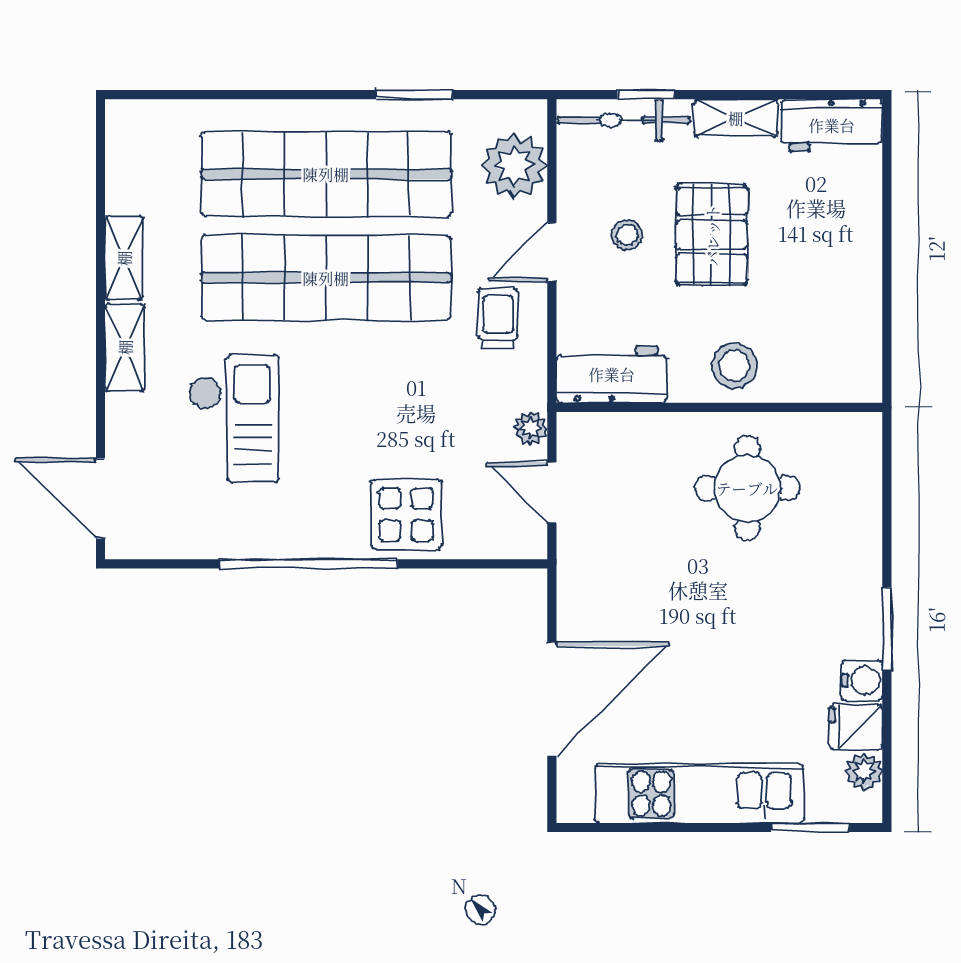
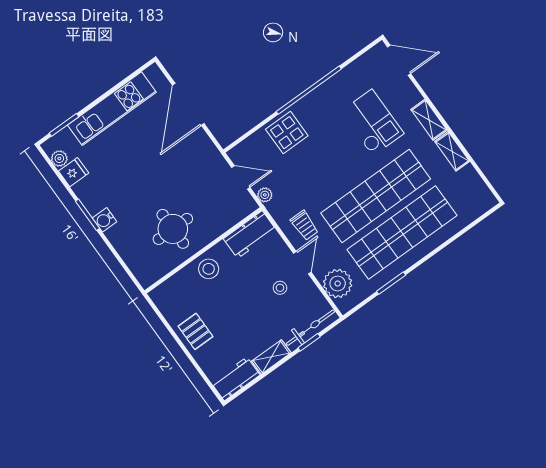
pallet: (712, 235) -> (196, 331), moved, width x0.67, depth x0.71
checkout: (234, 418) -> (372, 123), turned 180
water cooler: (862, 680) -> (105, 220), moved

